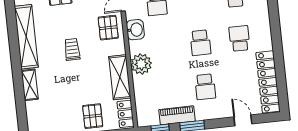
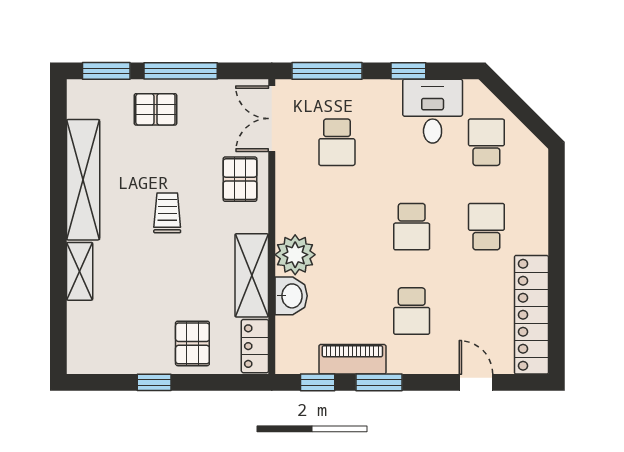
washbasin: (135, 30) -> (291, 296), moved

